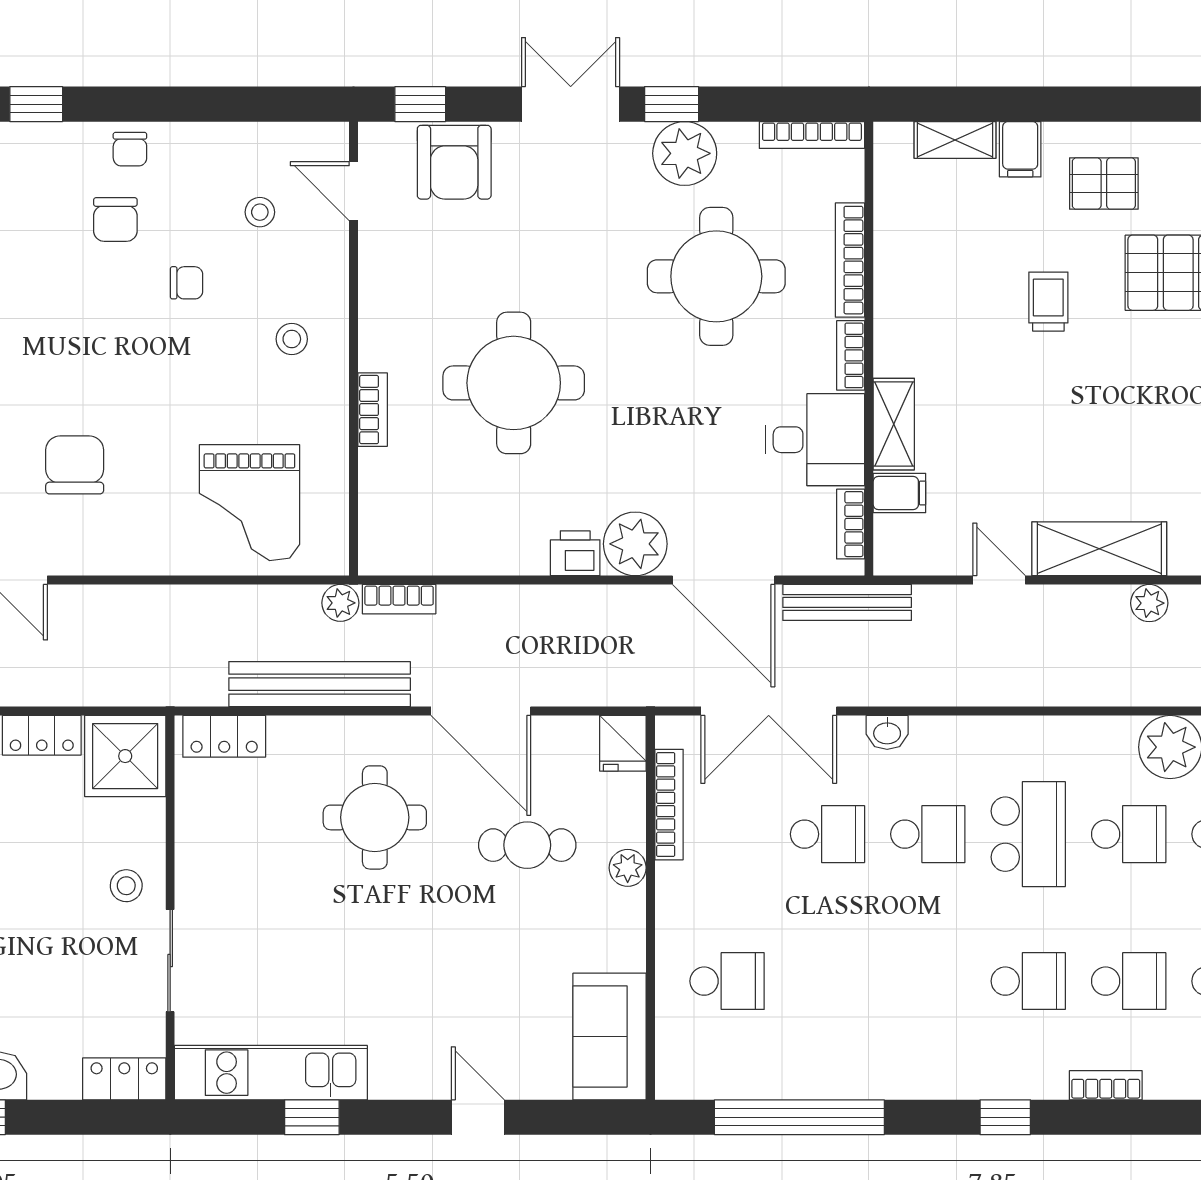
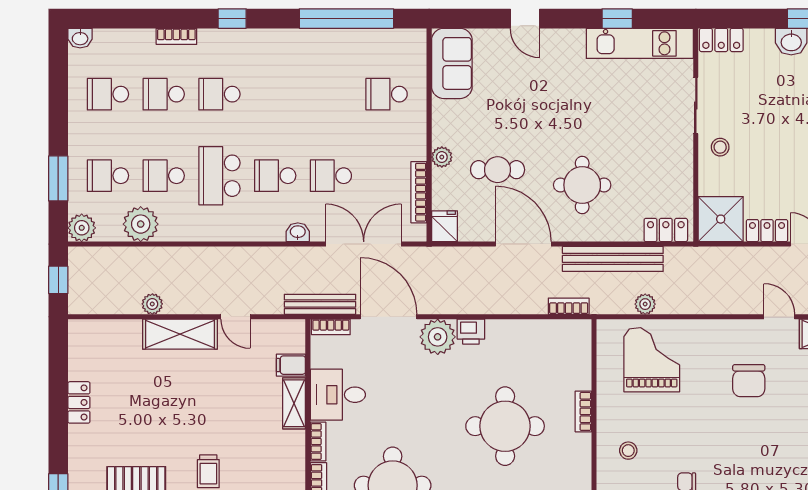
bookcase: (851, 524) -> (331, 327), moved, turned 90
plant: (340, 603) -> (645, 304), moved

